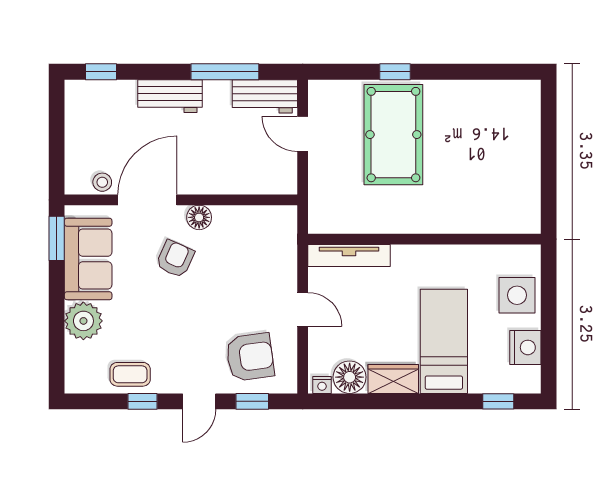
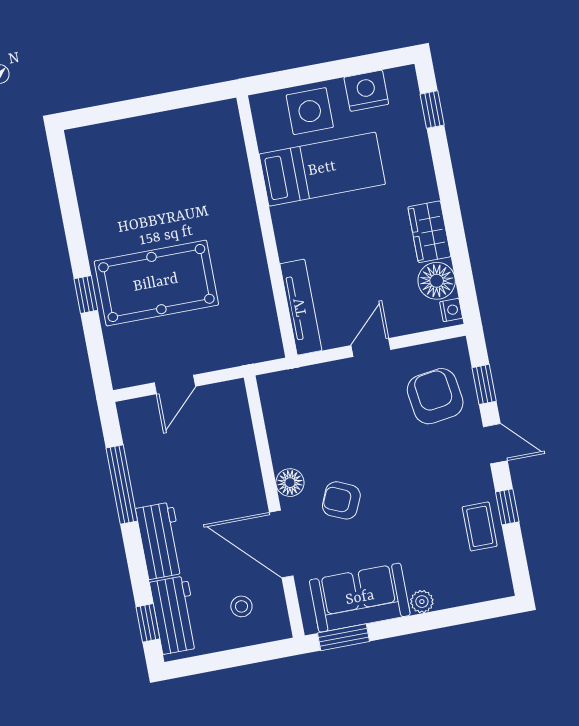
workbench: (265, 96) -> (175, 615), moved
stool: (102, 182) -> (241, 606), moved
plant: (83, 321) -> (422, 602), width x0.53, depth x0.53
bed: (444, 341) -> (322, 169), moved, turned 180

